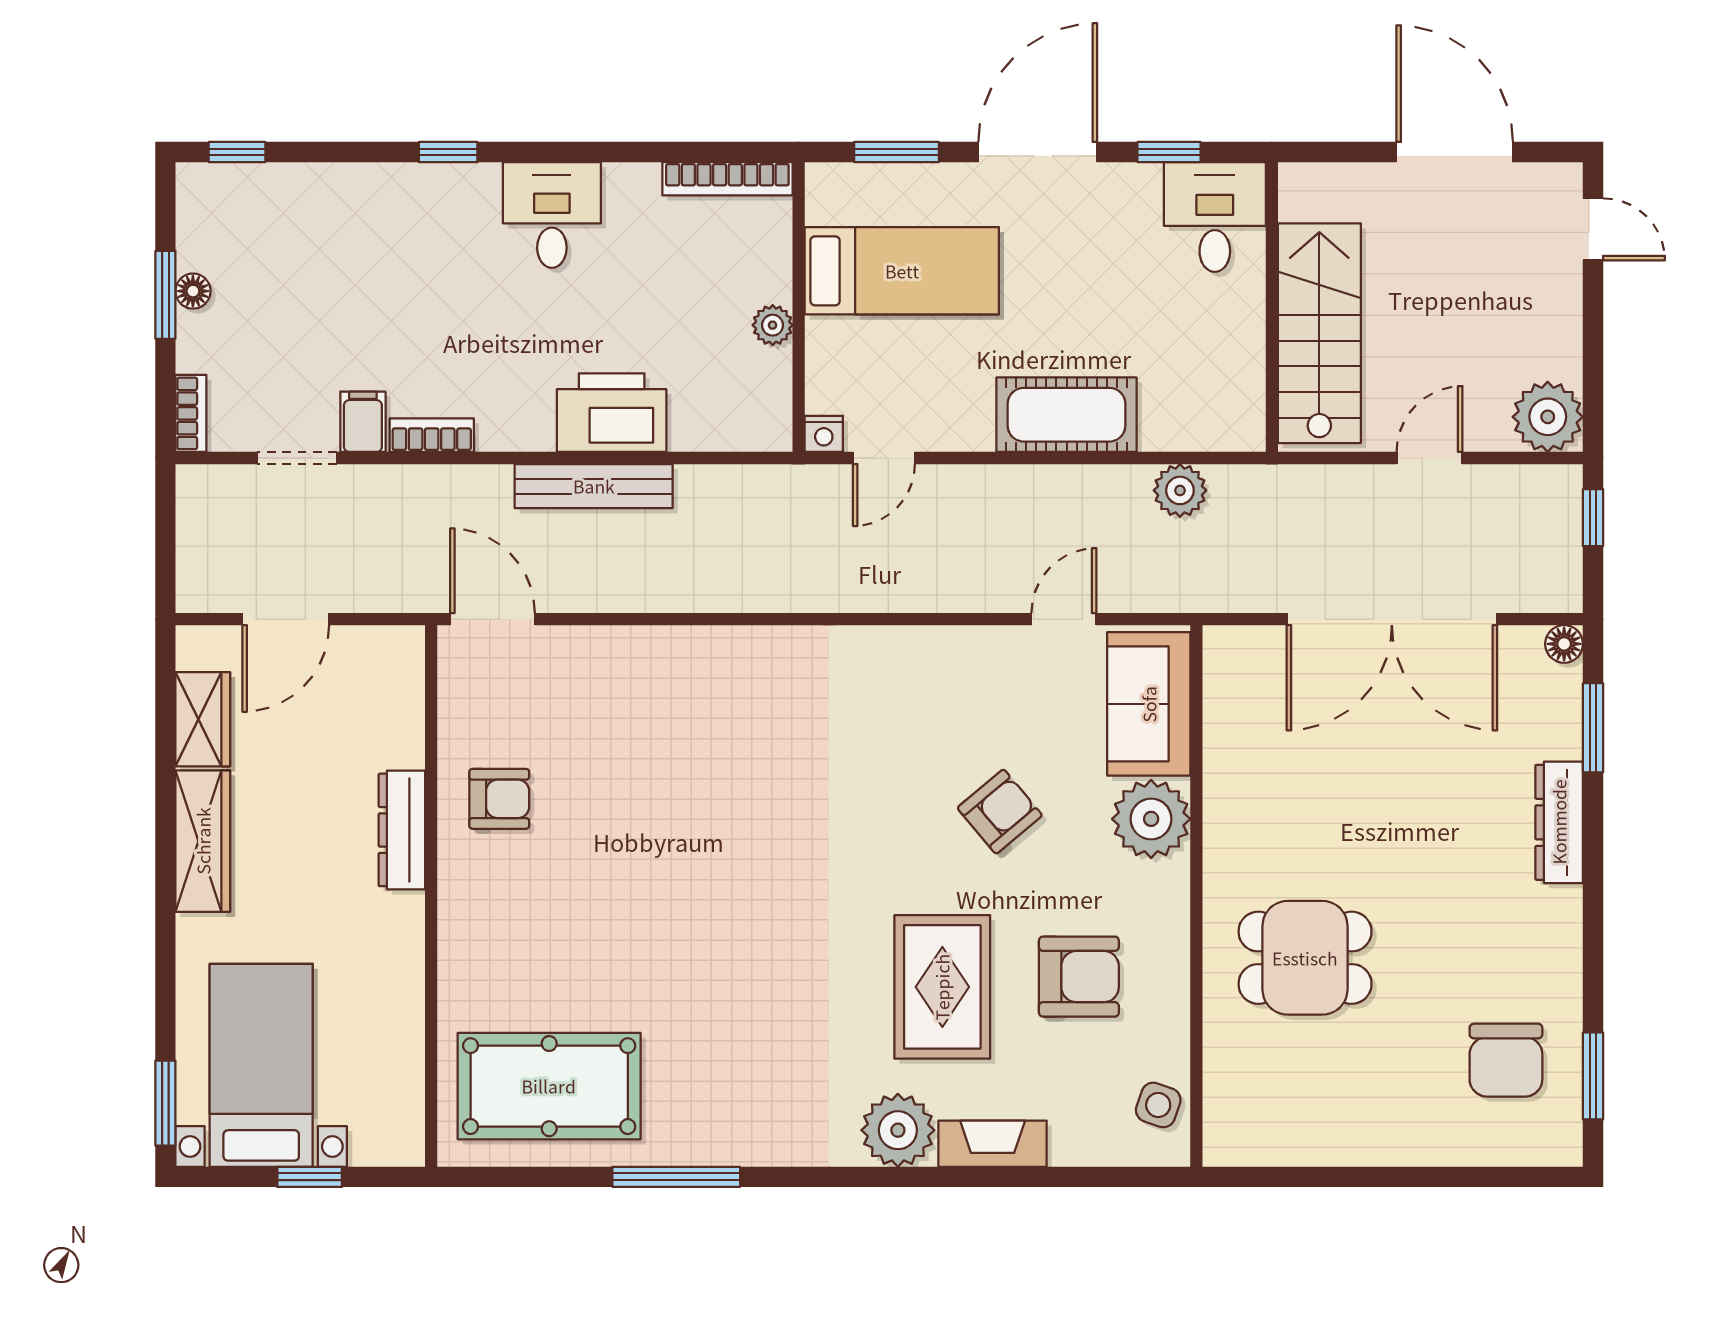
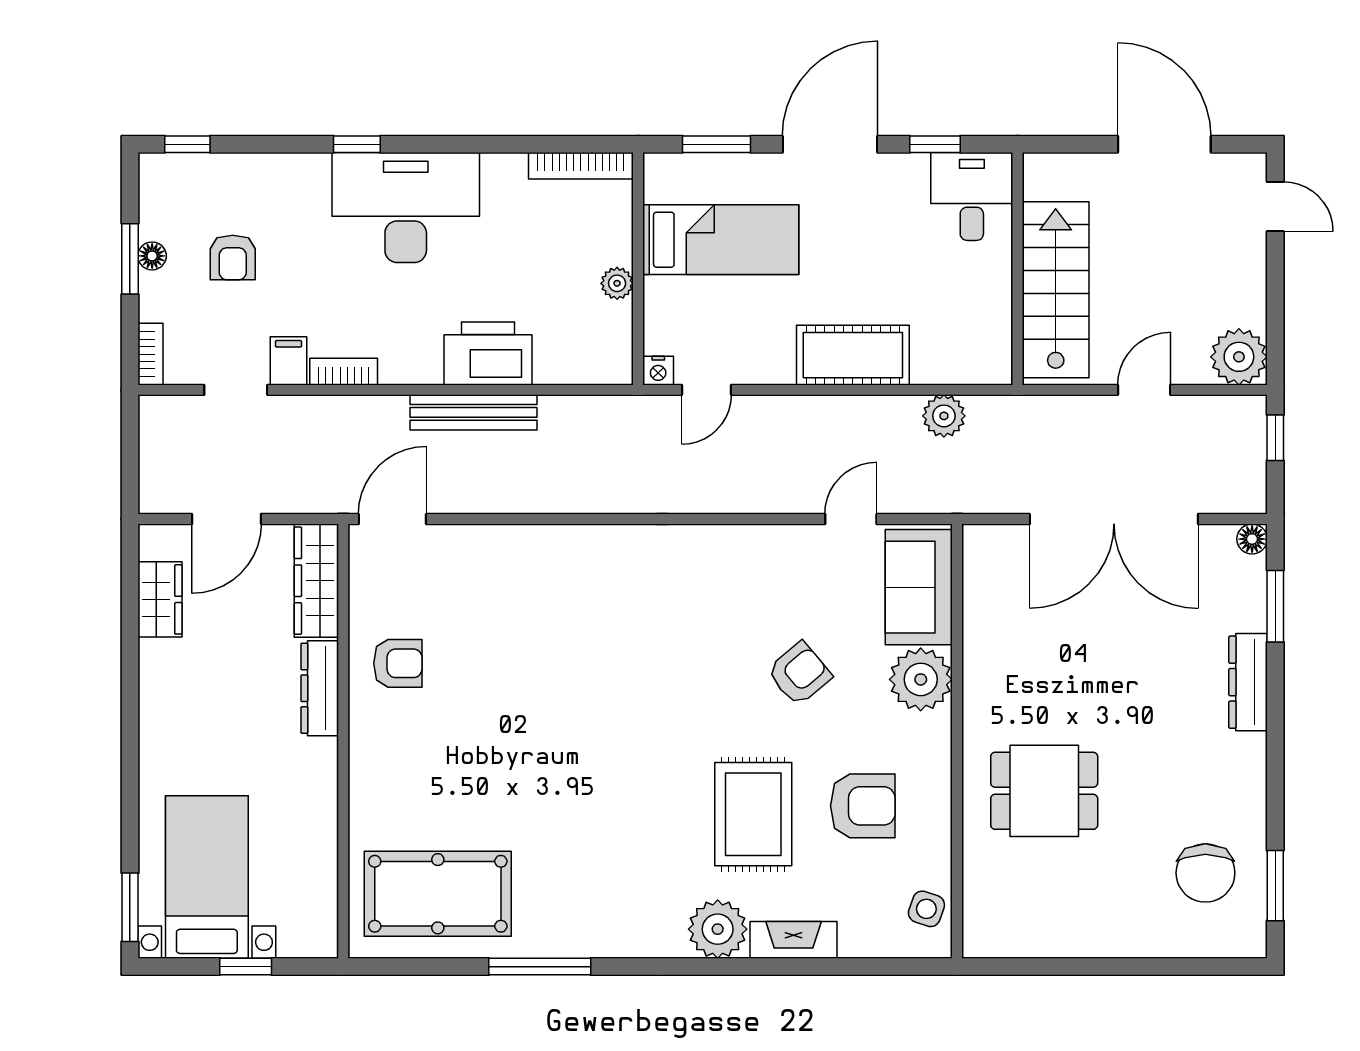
desk: (552, 215) -> (406, 208), width x1.87, depth x1.30
armchair: (294, 293) -> (233, 258), added
door: (492, 619) -> (392, 519), hinge flipped
wardrobe: (203, 841) -> (316, 581), moved, turned 180

